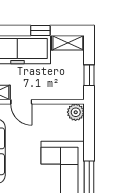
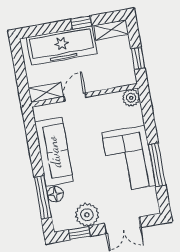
door: (21, 102) -> (75, 97), swing flipped

